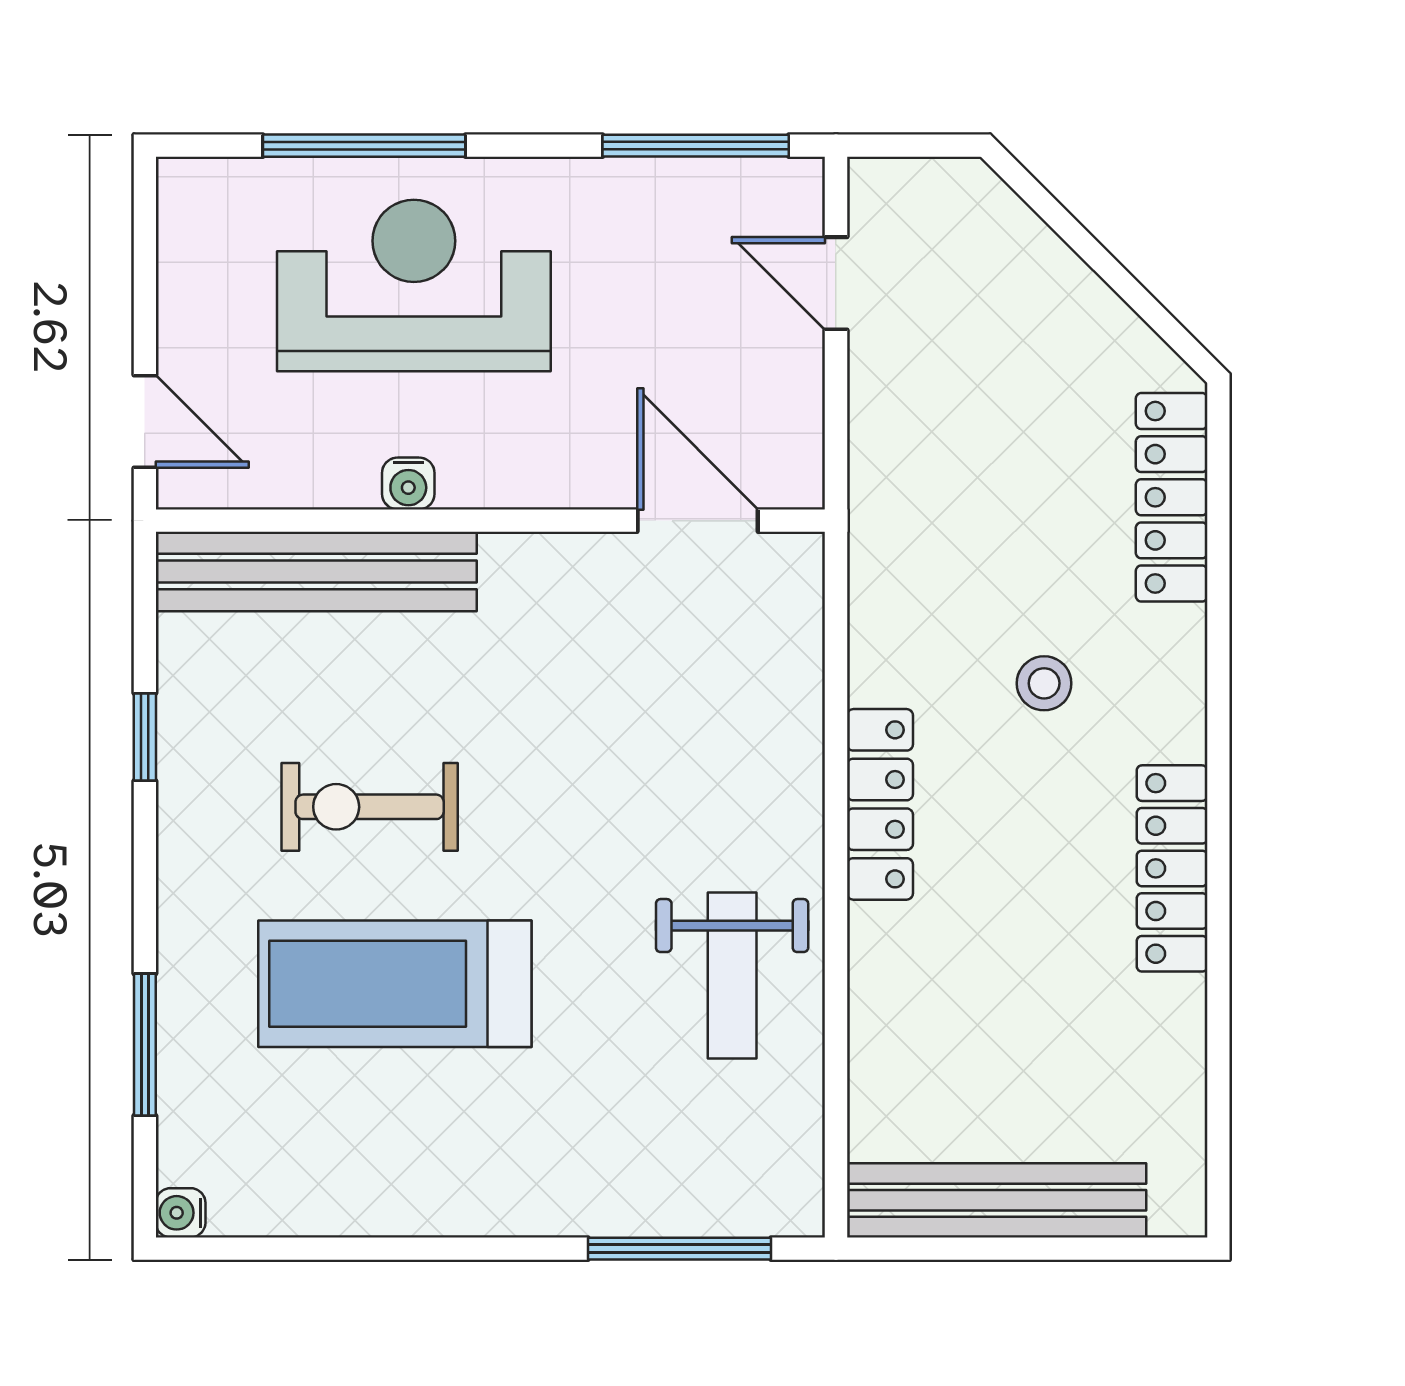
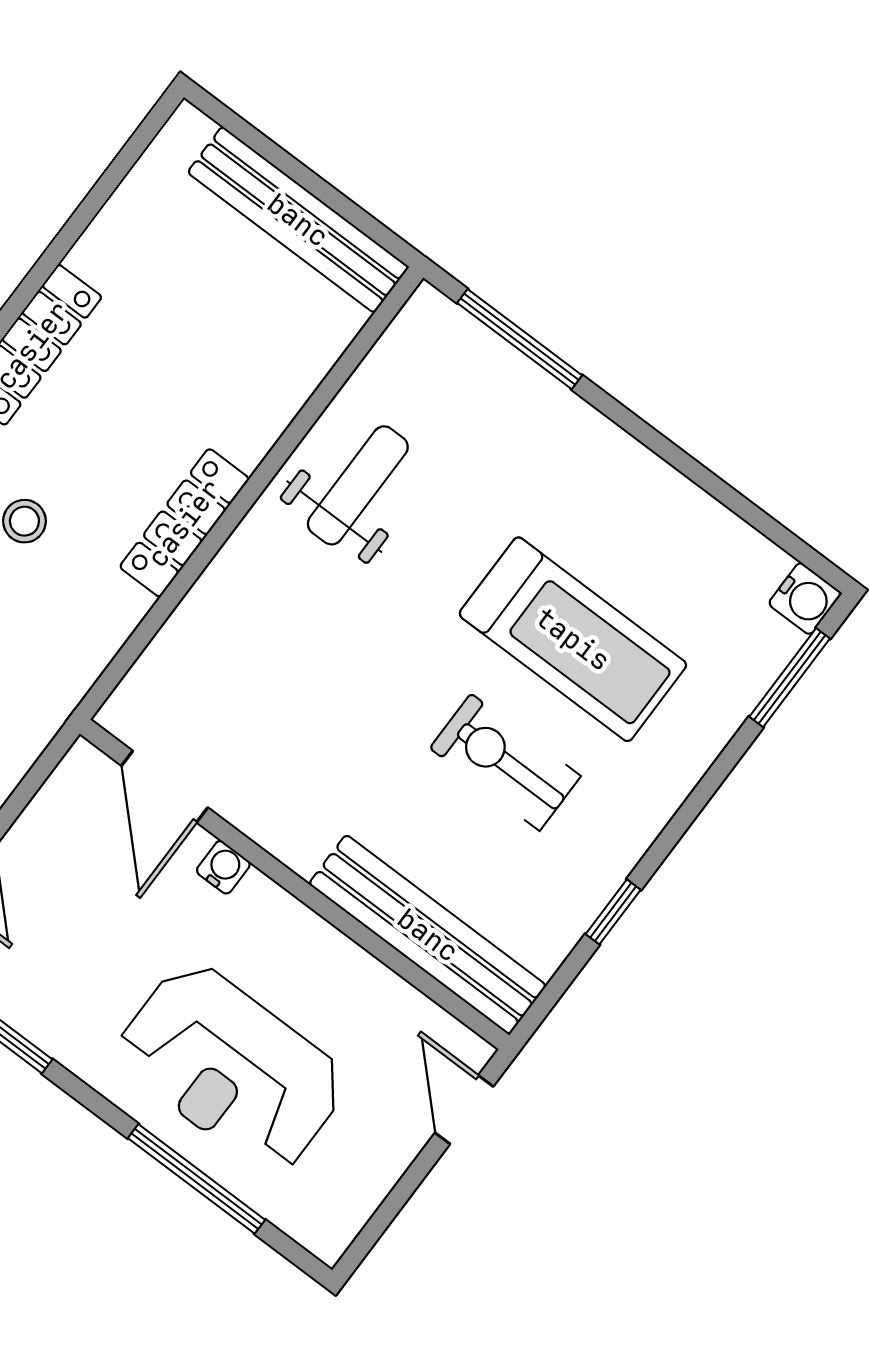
water cooler: (408, 483) -> (223, 867), moved
exercise bike: (370, 807) -> (505, 762), turned 180
window: (145, 1045) -> (790, 678), moved
water cooler: (181, 1213) -> (805, 599), width x1.38, depth x1.38

